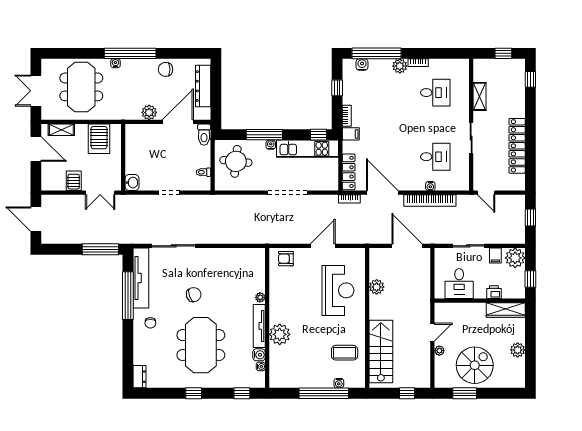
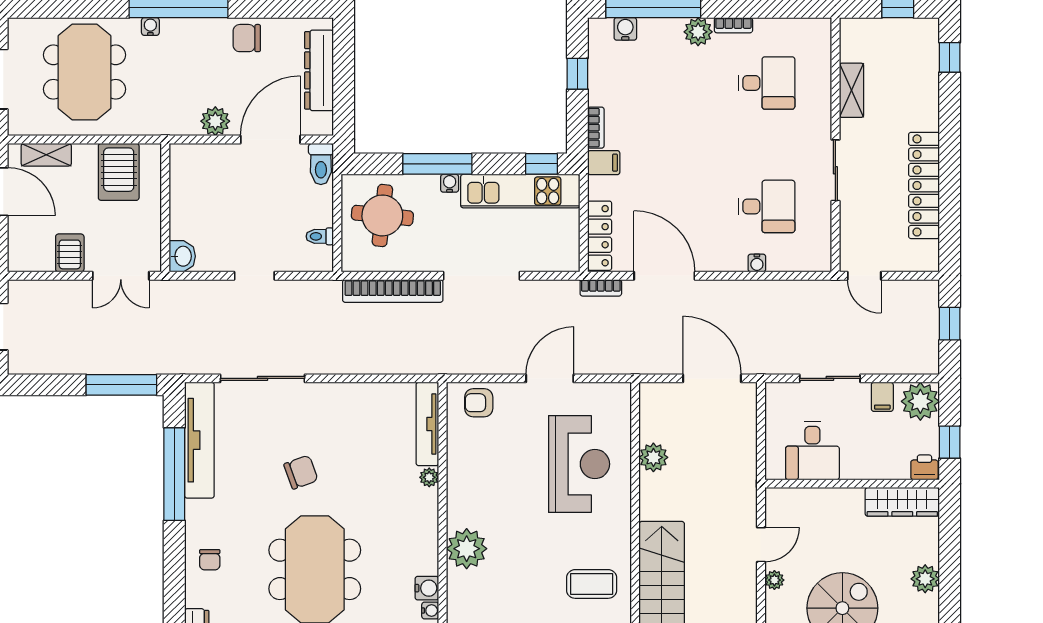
bookcase: (430, 201) -> (393, 291), moved
printer: (494, 292) -> (924, 467), moved
chair: (150, 323) -> (210, 560), moved
tv unit: (259, 326) -> (427, 424), moved

